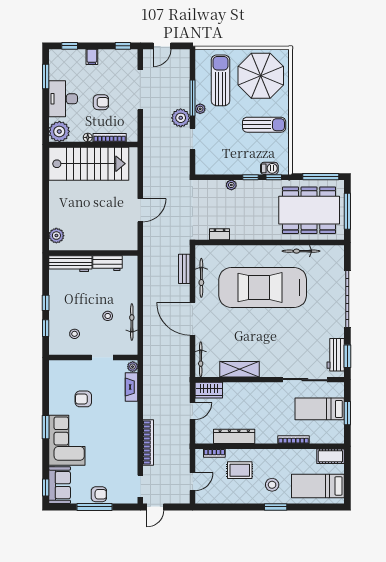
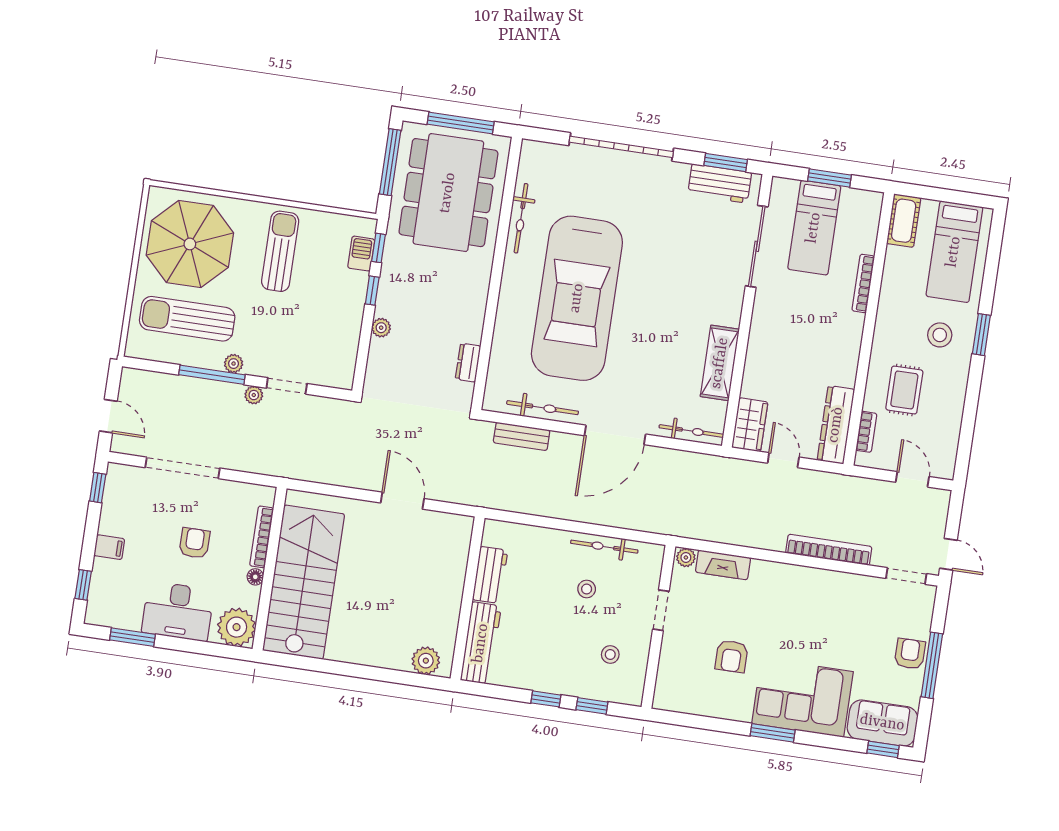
plant: (181, 118) -> (254, 395), width x0.53, depth x0.53
dresser: (234, 436) -> (836, 425), moved

